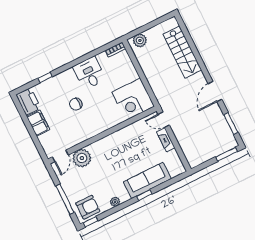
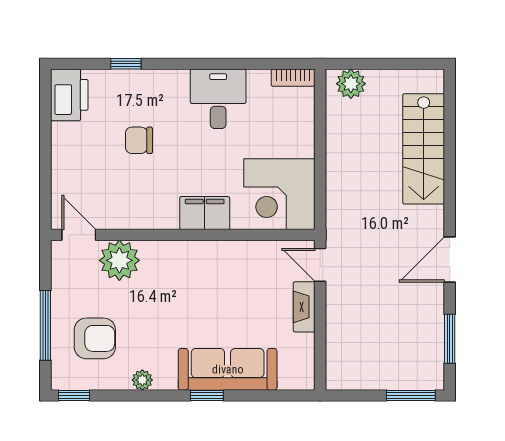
chair: (76, 104) -> (139, 140), moved
filing cabinet: (38, 123) -> (205, 213), moved, turned -90
door: (60, 156) -> (79, 235), swing flipped
armchair: (88, 207) -> (95, 338), moved

